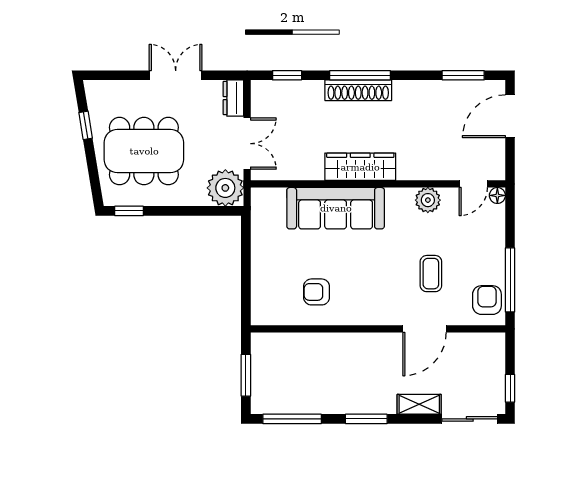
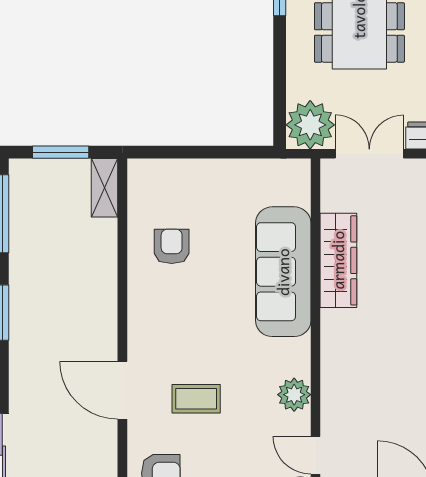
double door: (247, 144) -> (369, 154), swing flipped
wardrobe: (360, 167) -> (338, 260), moved
shelving: (419, 404) -> (105, 188), moved

